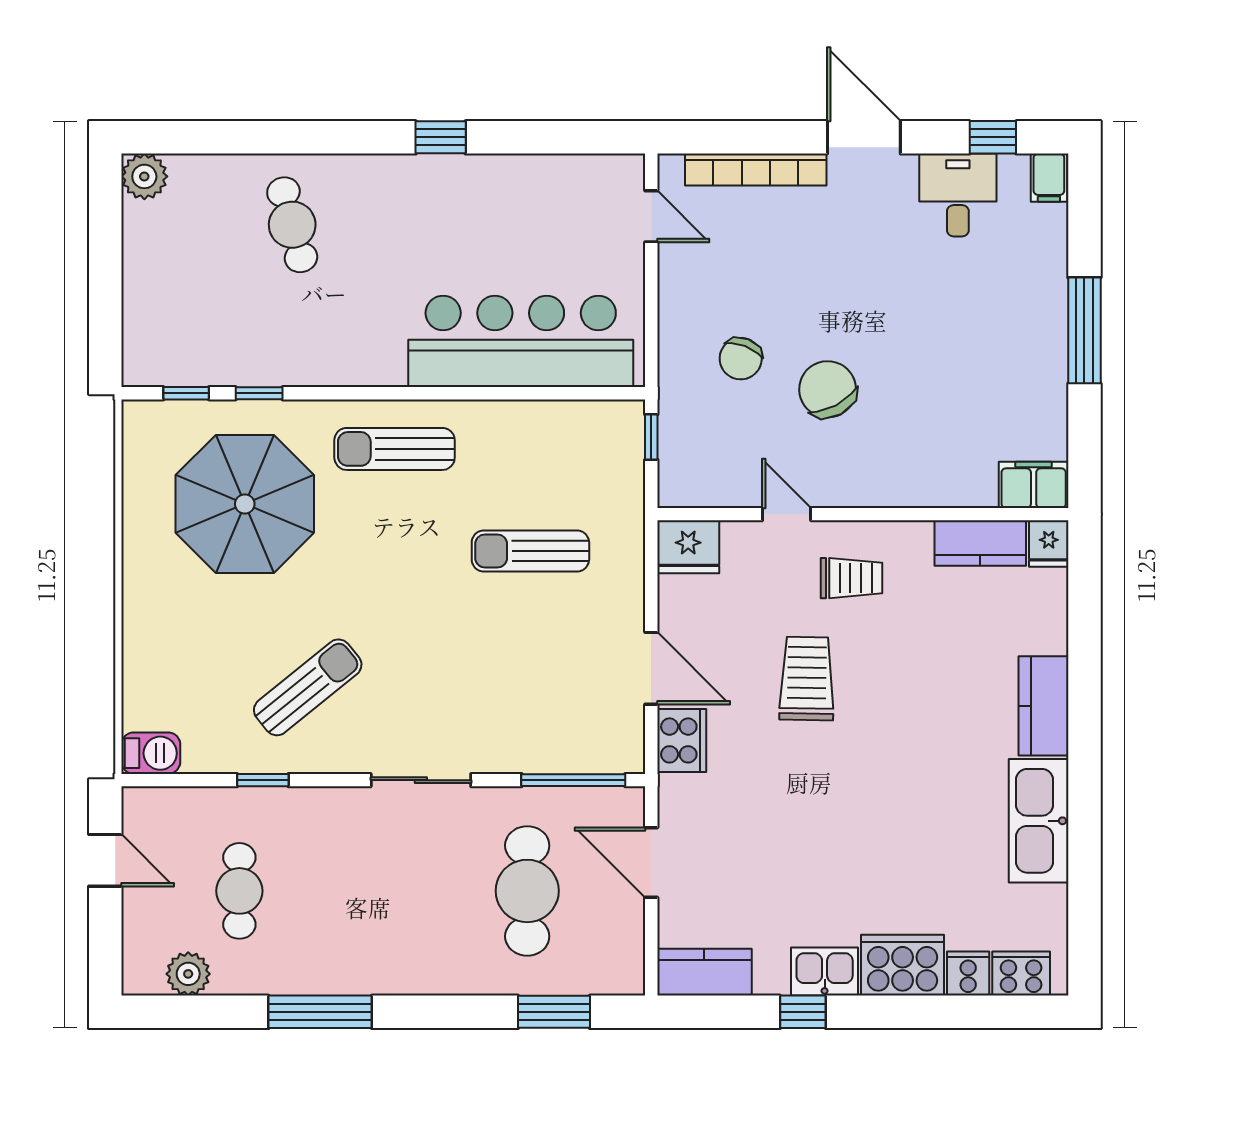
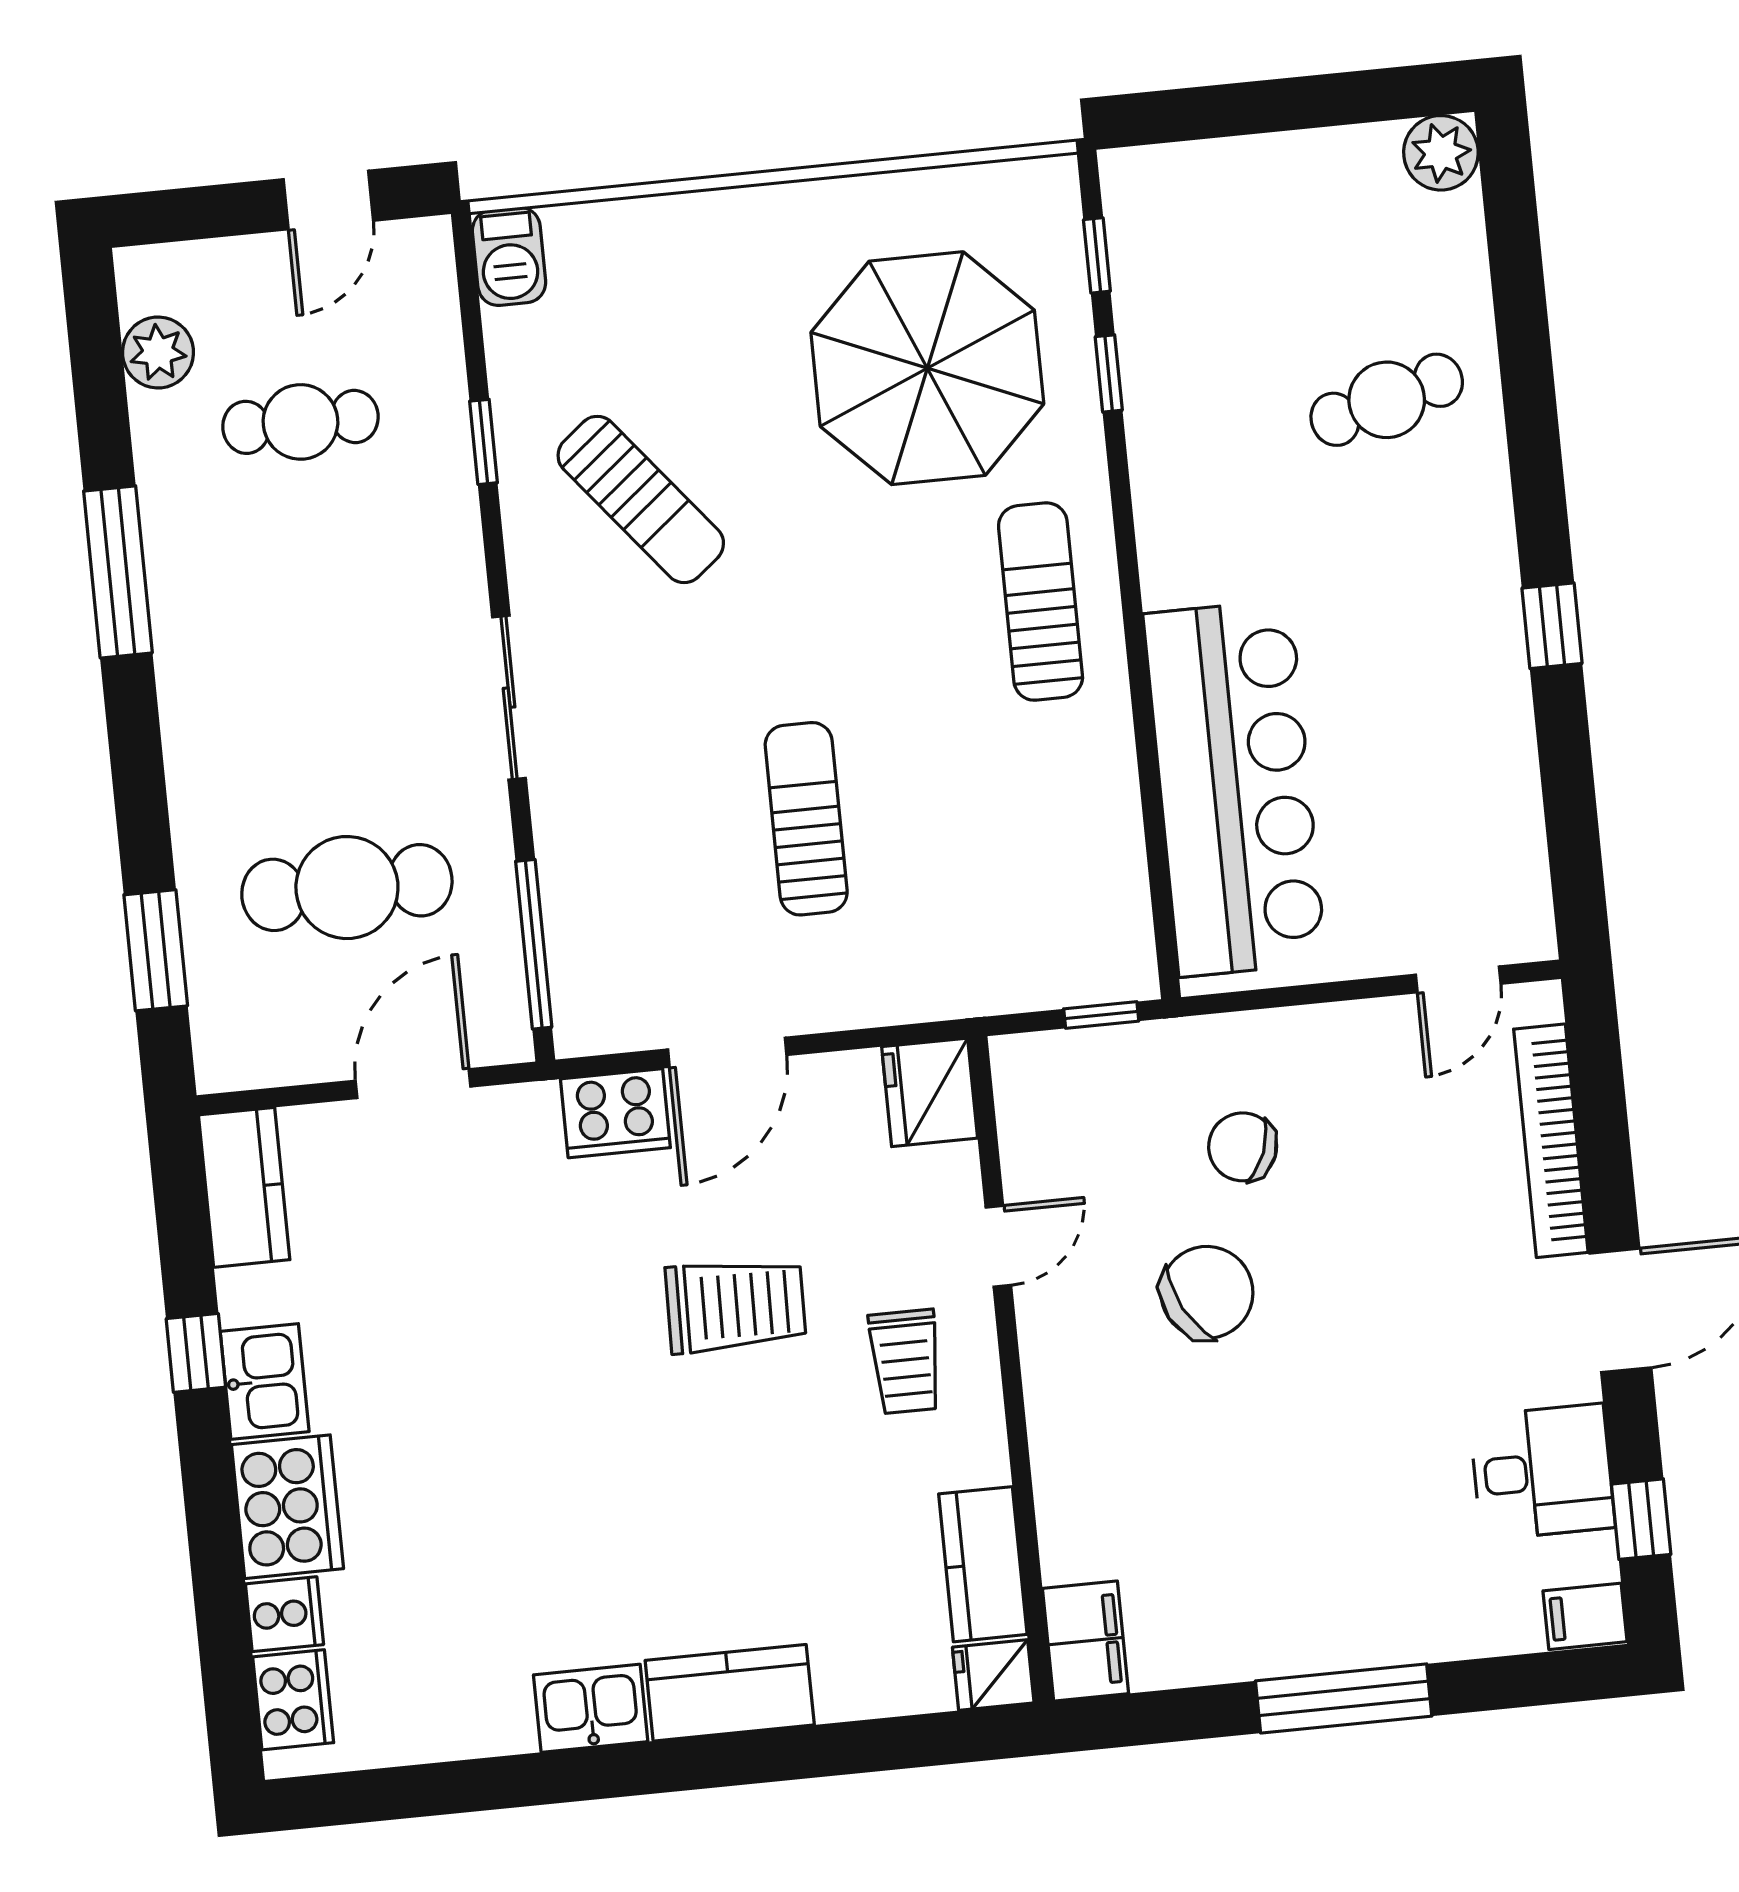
sun lounger: (530, 551) -> (806, 819), moved
kitchen sink: (1039, 821) -> (591, 1708), width x0.53, depth x0.81

